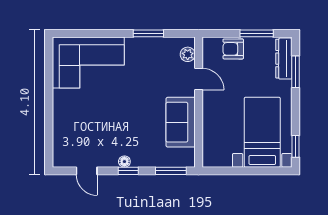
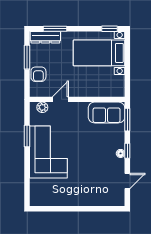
corner sofa: (88, 63) -> (48, 152), moved
sofa: (181, 122) -> (107, 112), moved

